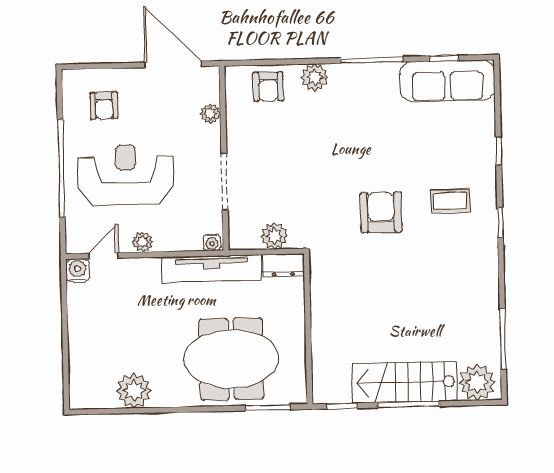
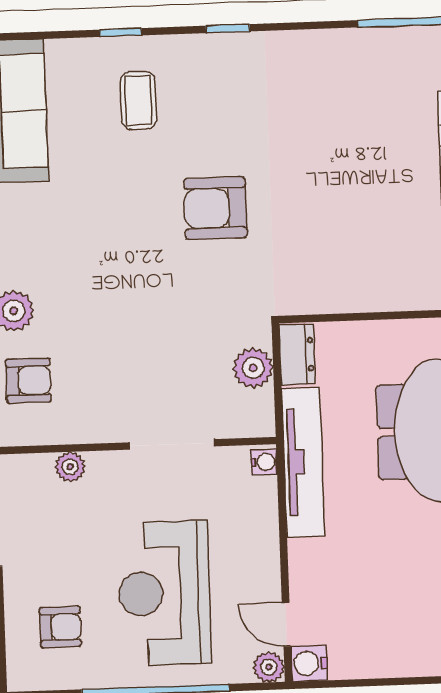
coffee table: (450, 201) -> (138, 100), moved
plant: (143, 242) -> (269, 667), moved

